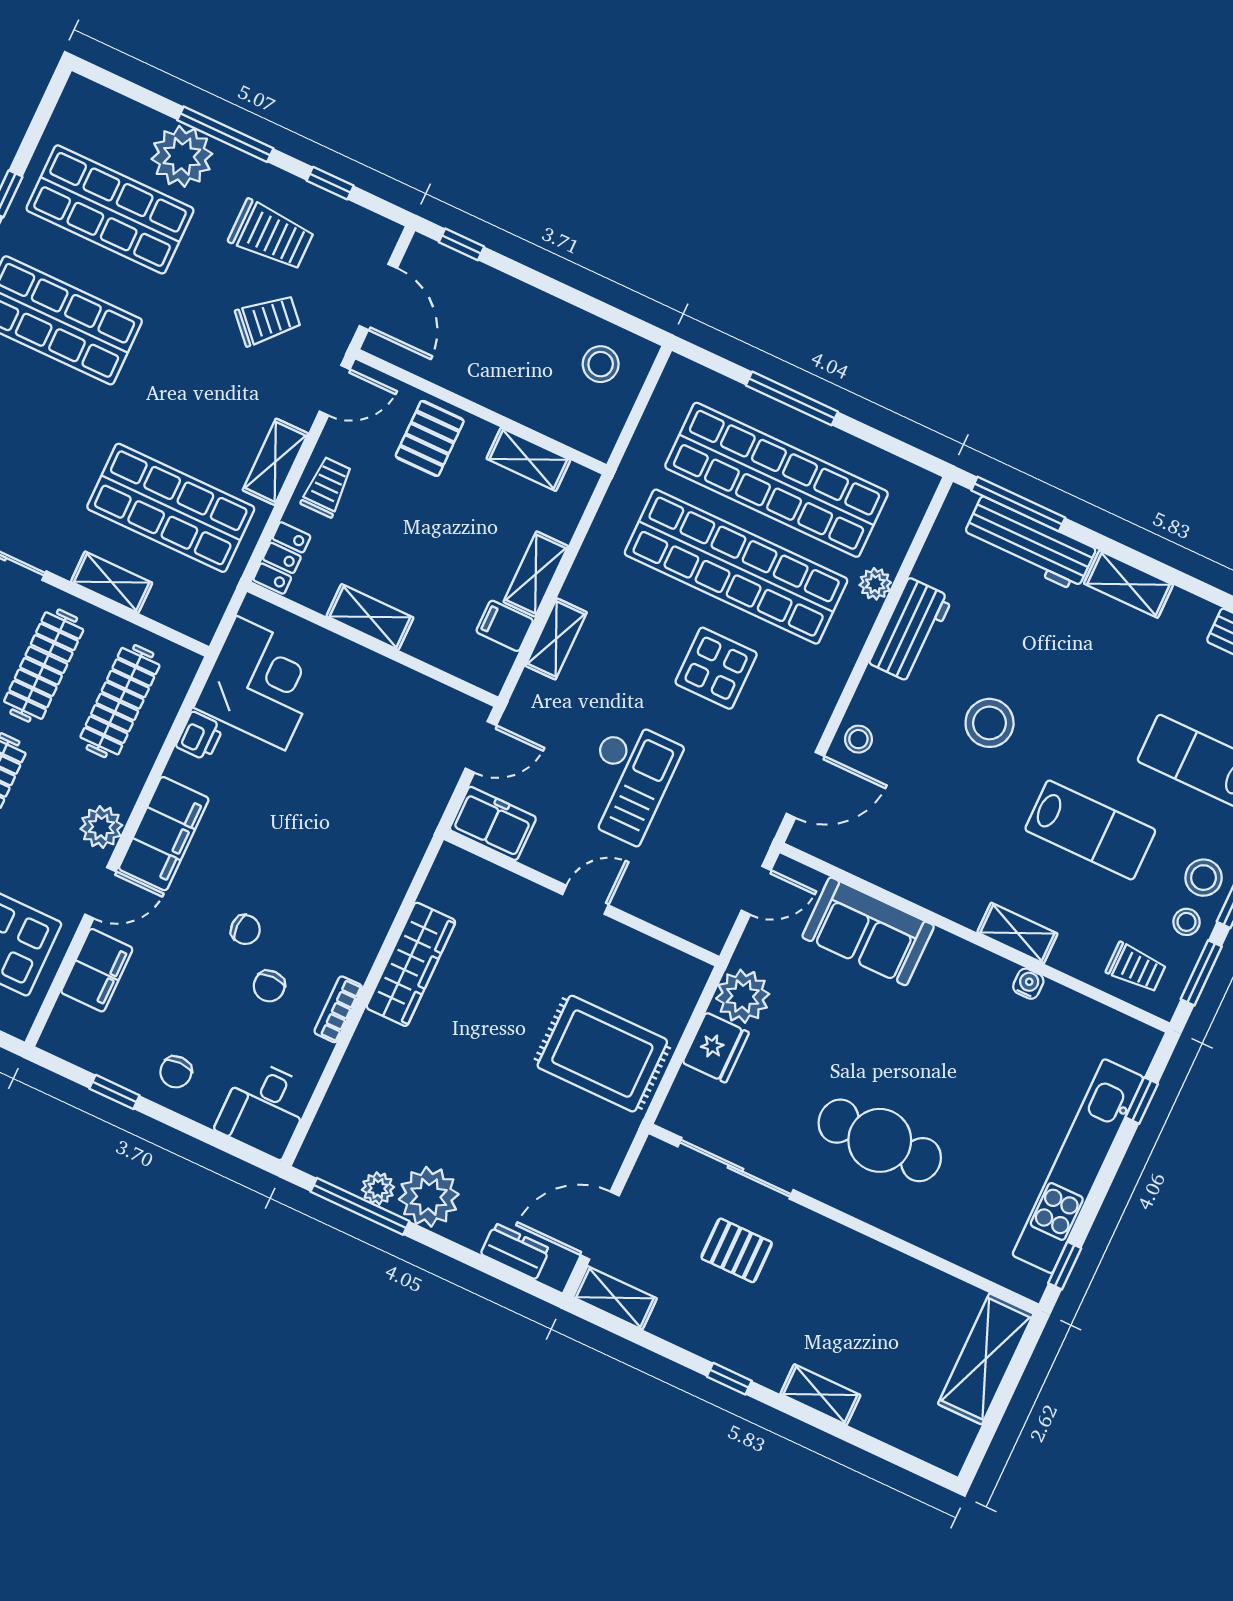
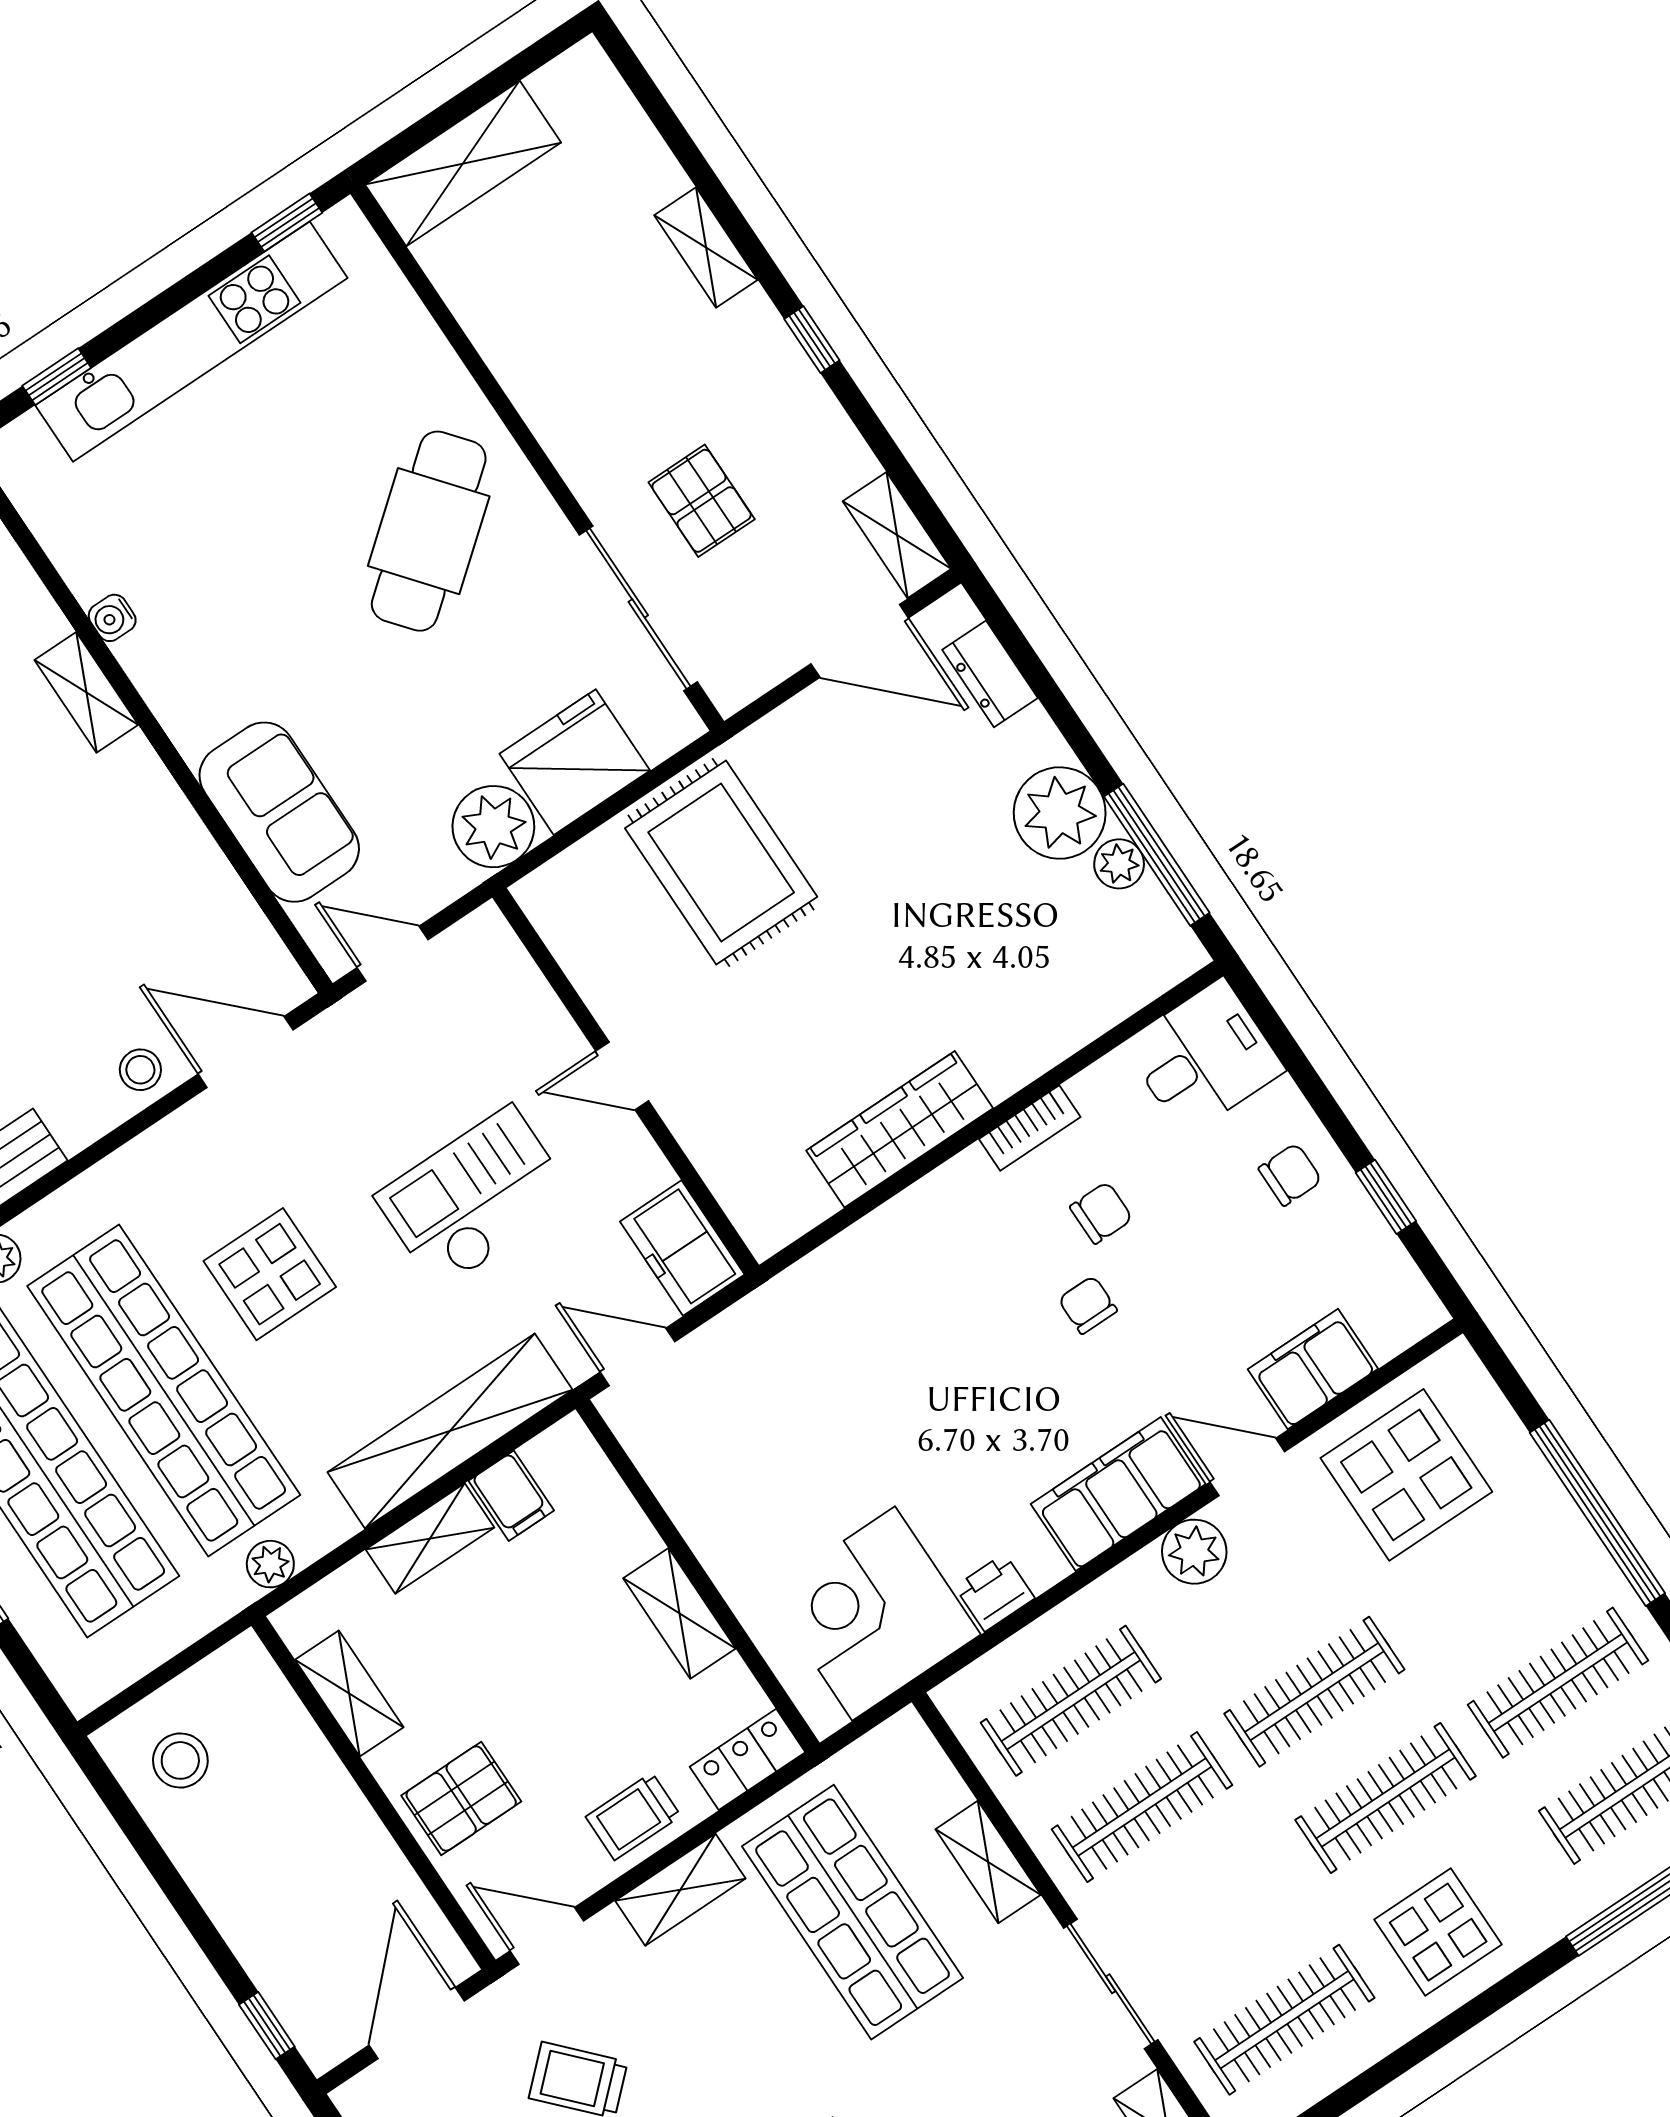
plant: (617, 505) -> (270, 1564), added
shelving: (556, 639) -> (450, 1431), width x2.20, depth x1.33
fridge: (716, 1048) -> (575, 762), width x1.36, depth x1.34
cafe table: (880, 1140) -> (429, 531), turned 51

